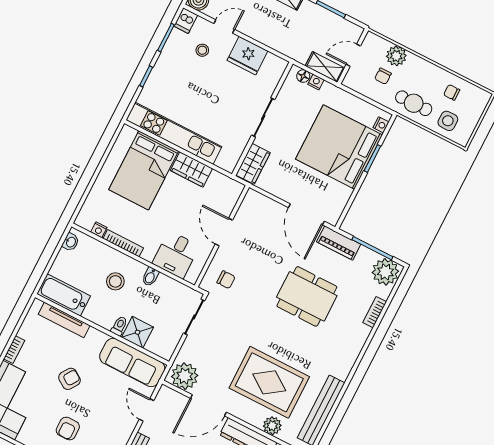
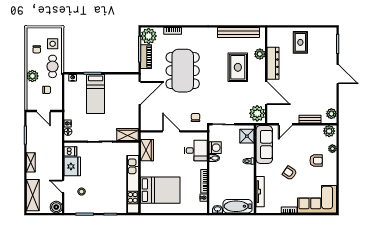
dishwasher: (186, 21) -> (70, 151), moved
plant: (396, 56) -> (32, 76), moved
shelving: (325, 67) -> (57, 123), removed
bed: (339, 147) -> (96, 94), width x0.49
wardrobe: (191, 169) -> (147, 150), moved
door: (224, 232) -> (171, 131), swing flipped
piano: (339, 243) -> (146, 57), moved
stool: (115, 281) -> (226, 175), removed
washing machine: (165, 286) -> (215, 148), added
bathtub: (64, 295) -> (238, 206), moved, turned 90
dining table: (307, 296) -> (183, 71), width x1.36, depth x1.24
shower: (138, 332) -> (247, 136), moved
rug: (269, 382) -> (238, 67), width x0.73, depth x0.69

